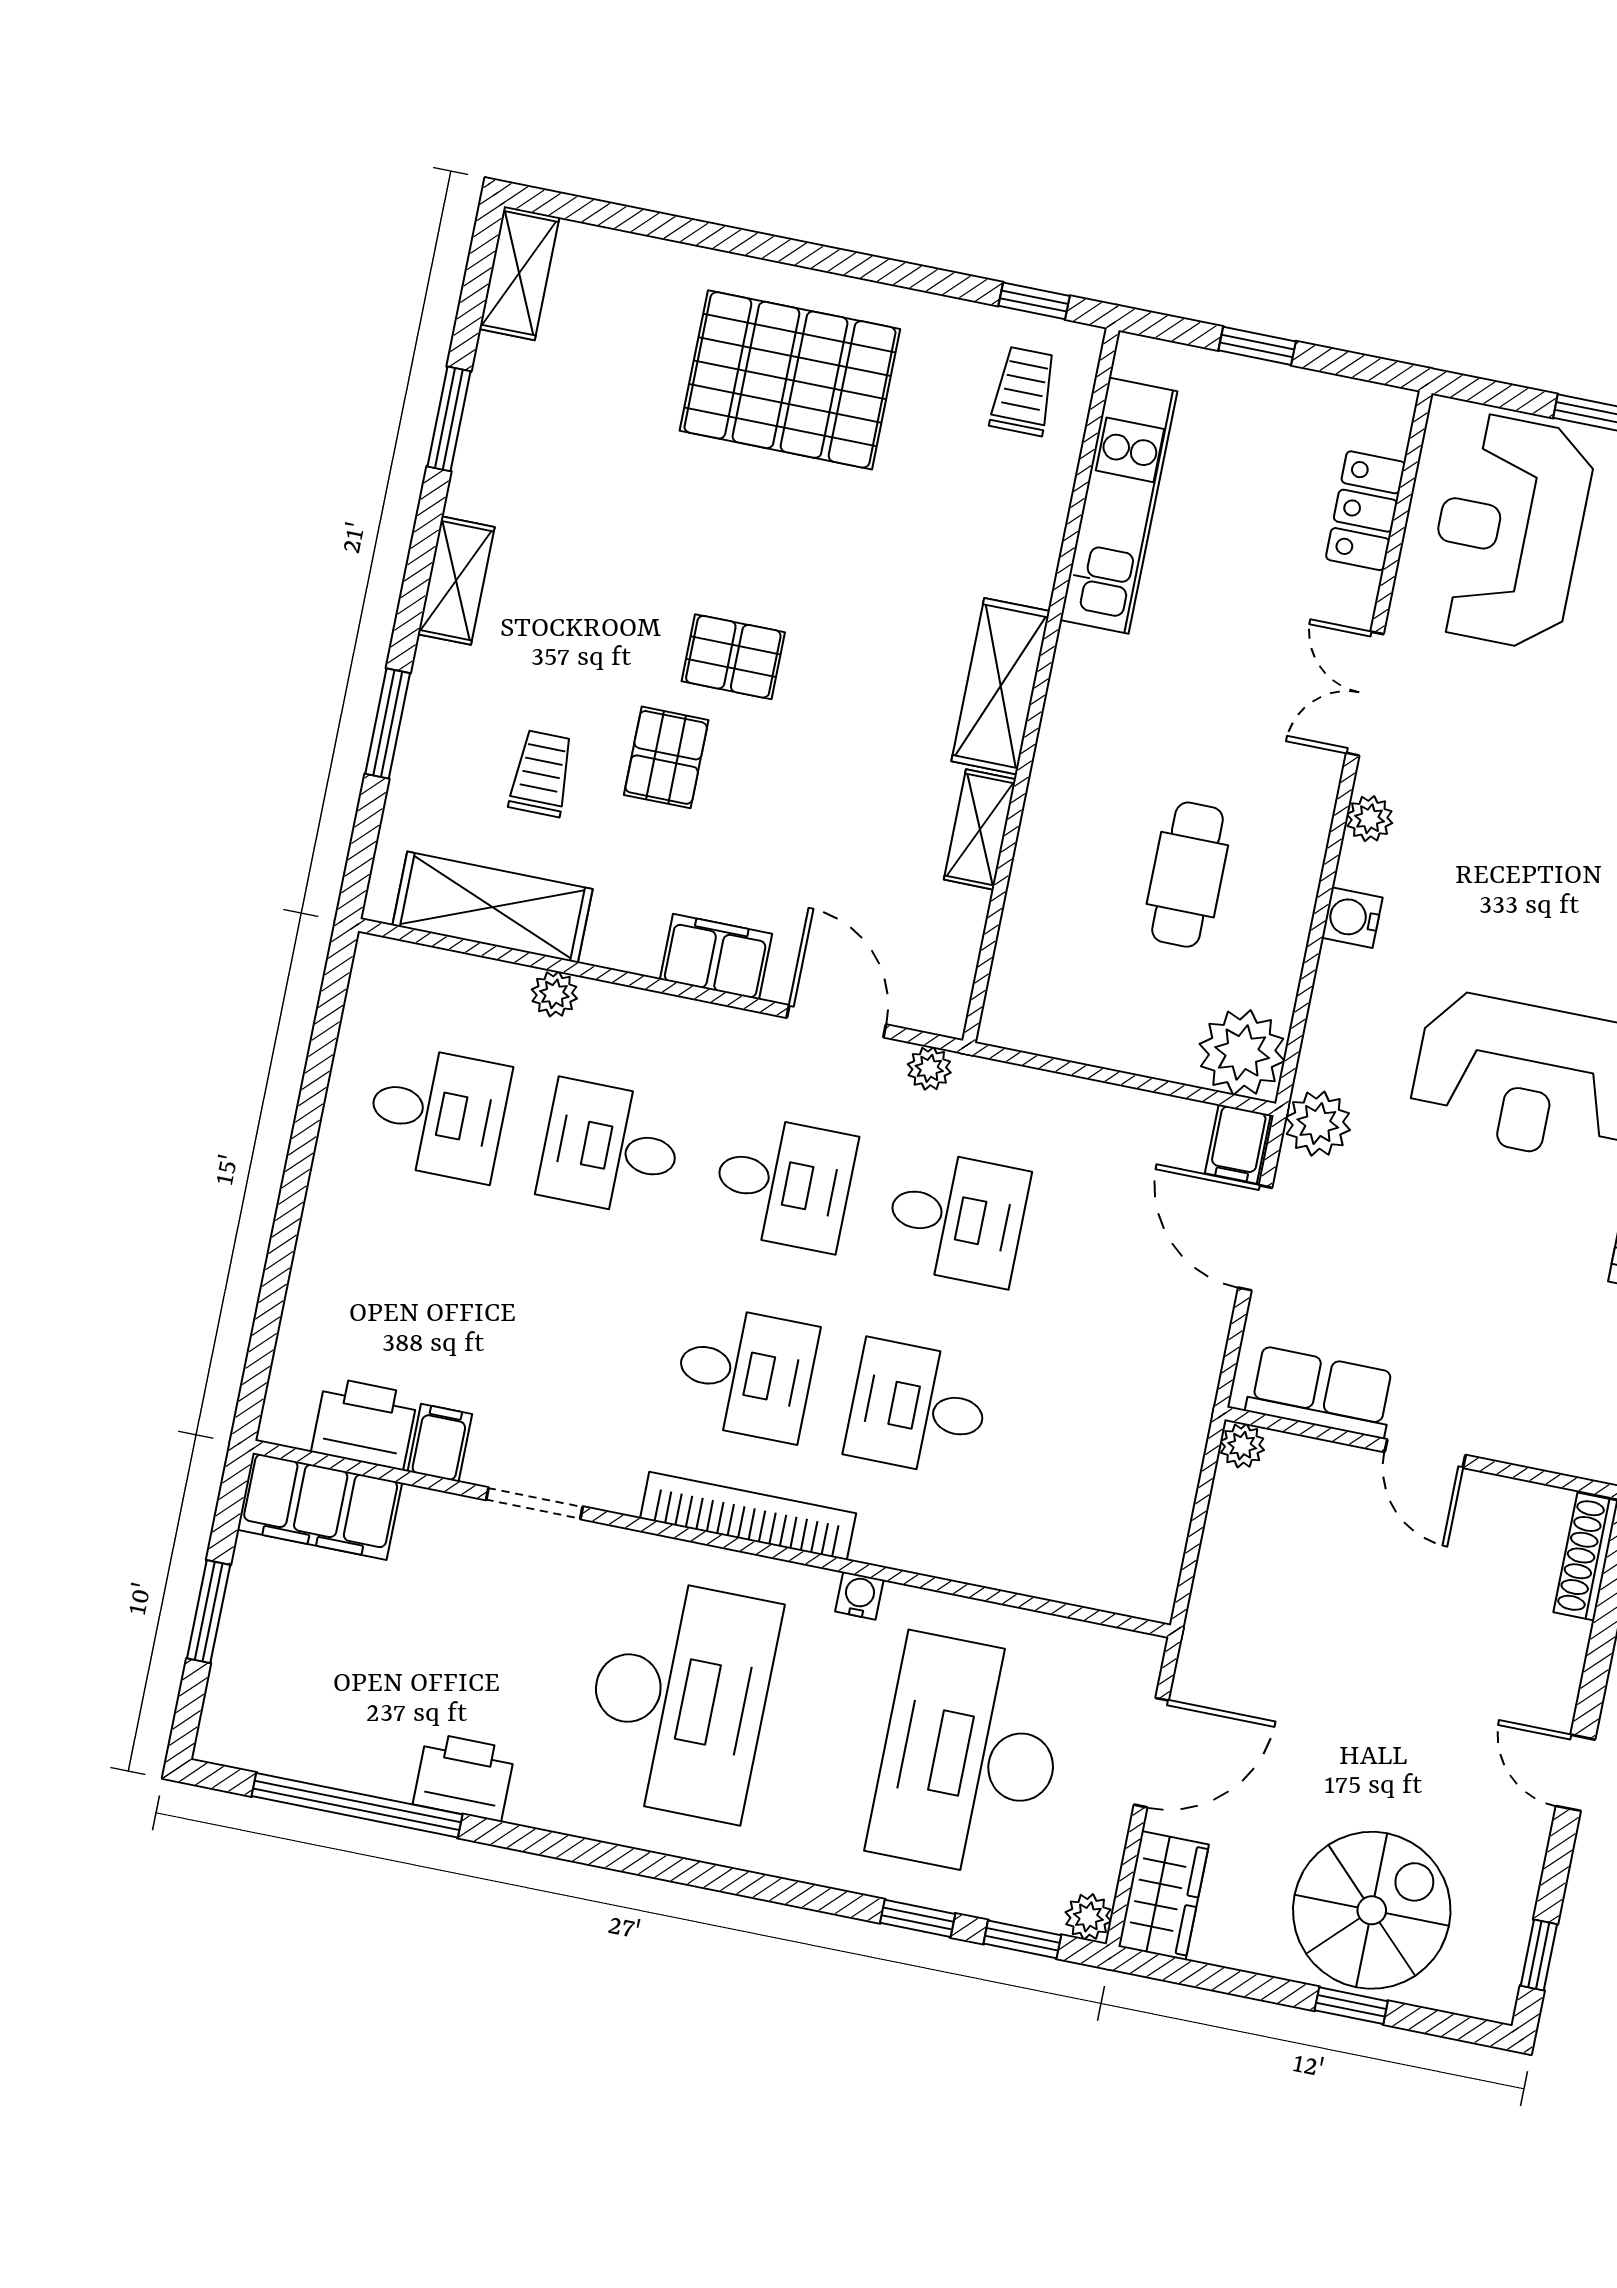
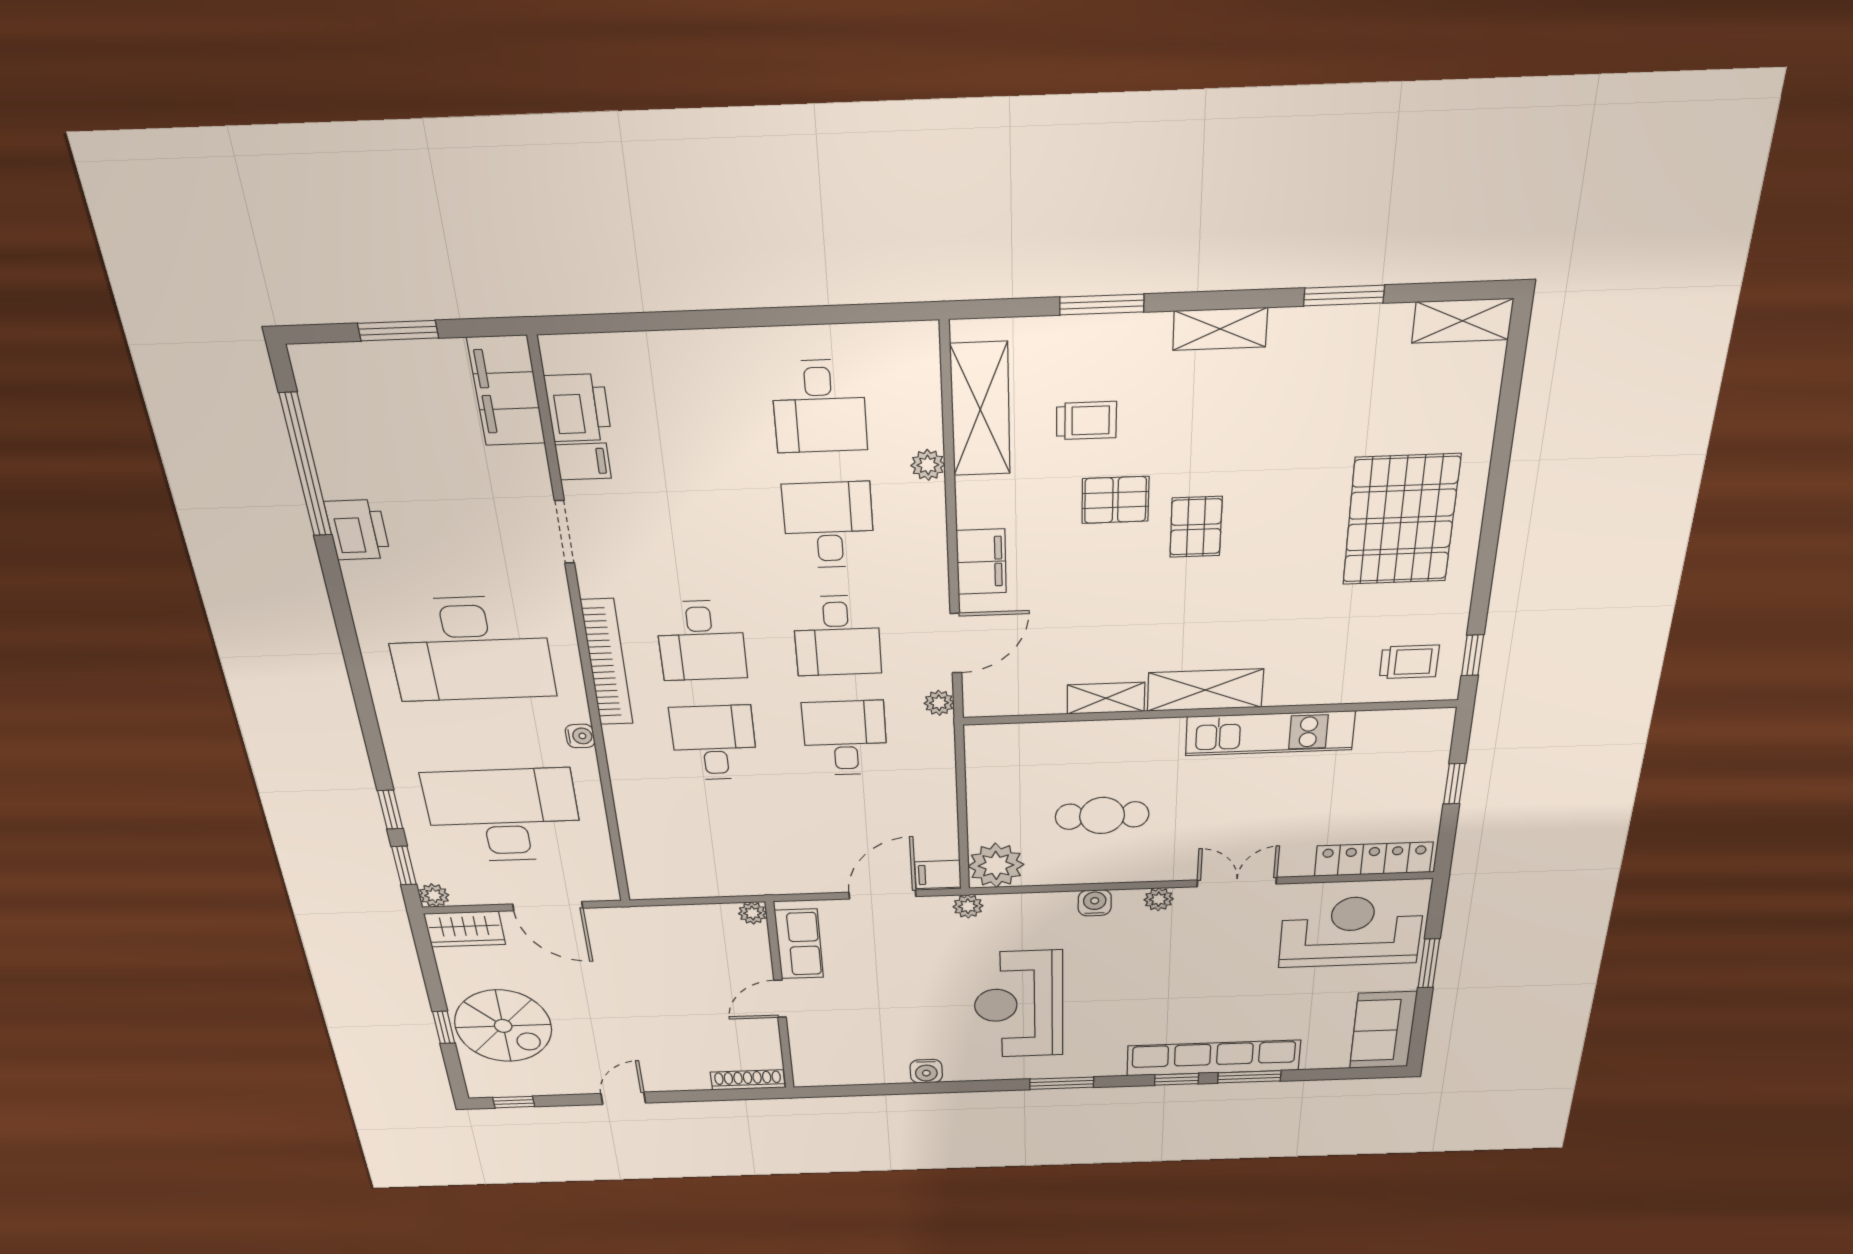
kitchen unit: (1119, 506) -> (1270, 733), moved
locker: (1365, 511) -> (1374, 859), width x1.53
plant: (1318, 1124) -> (968, 906), width x0.73, depth x0.73
desk: (957, 1218) -> (845, 738), turned 180

